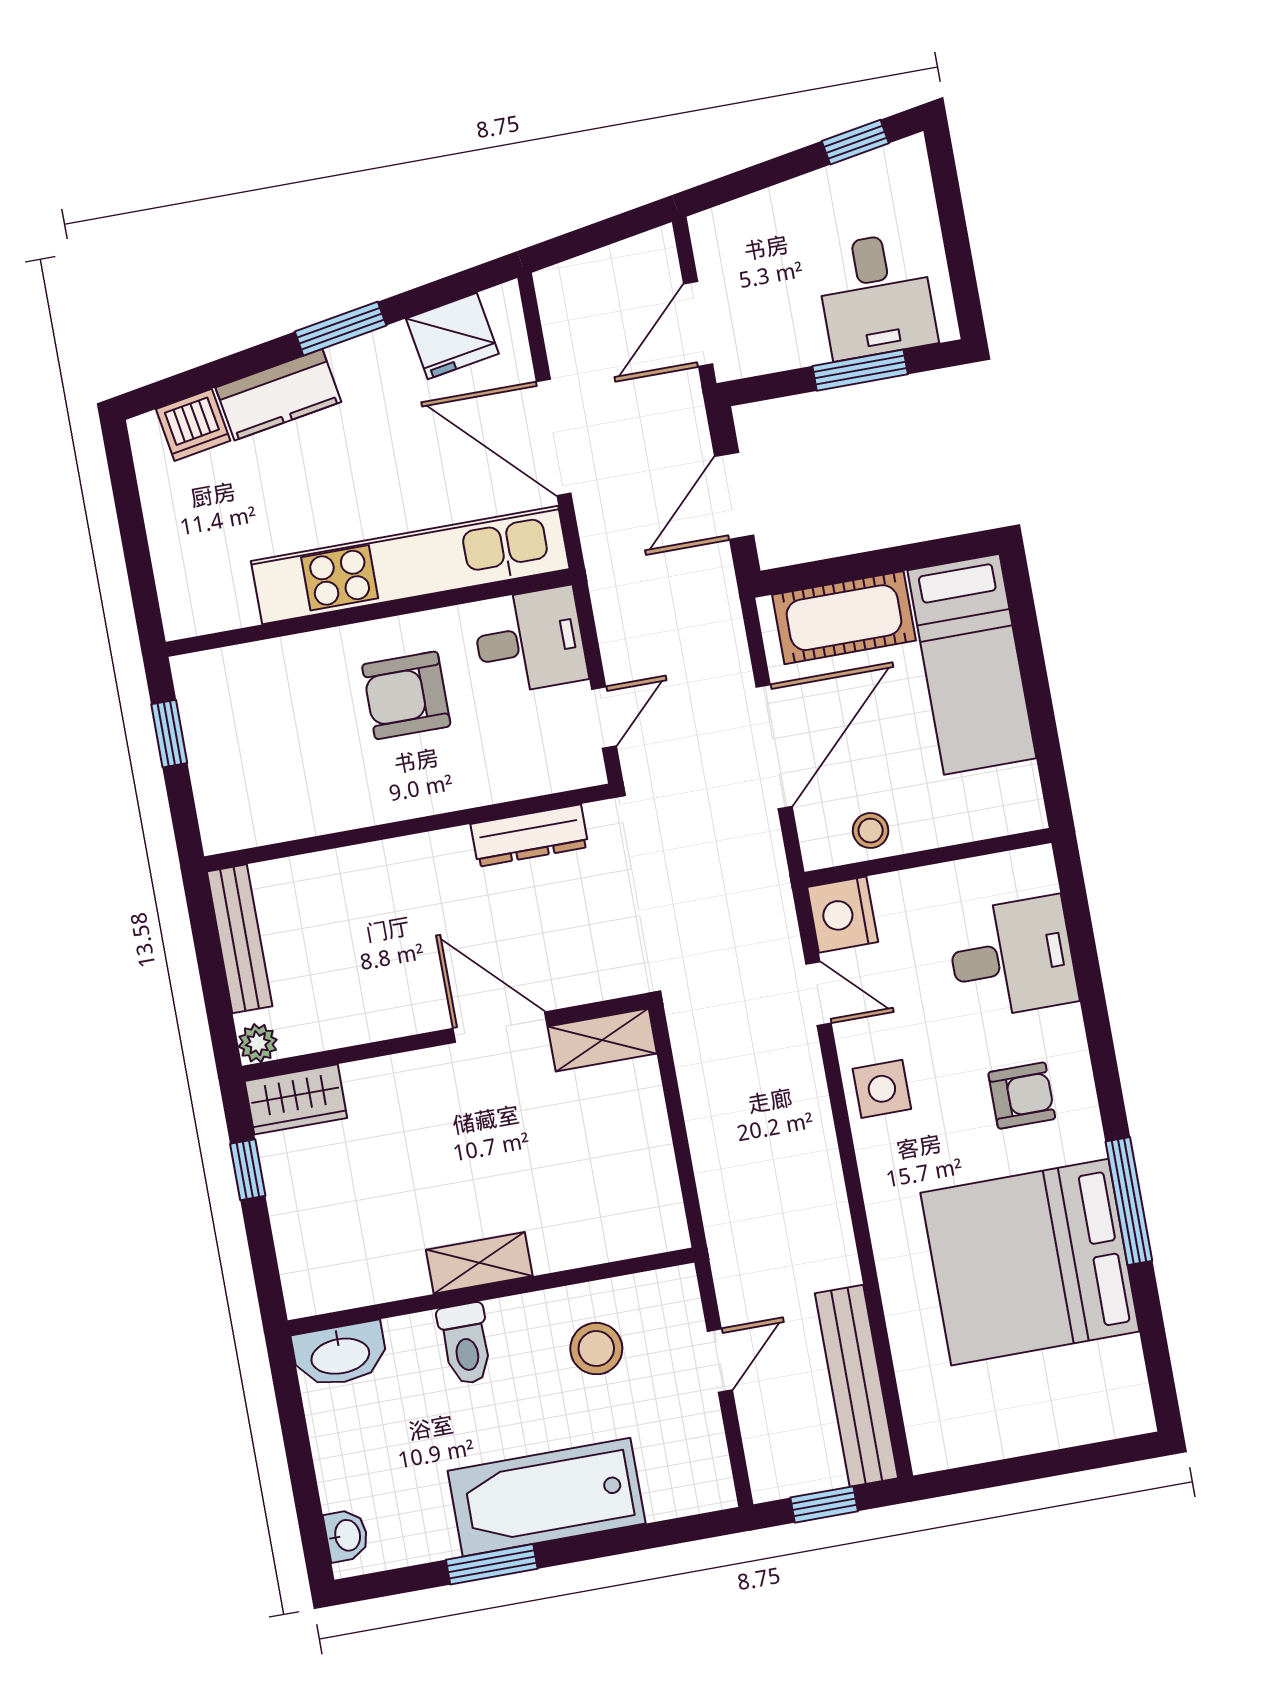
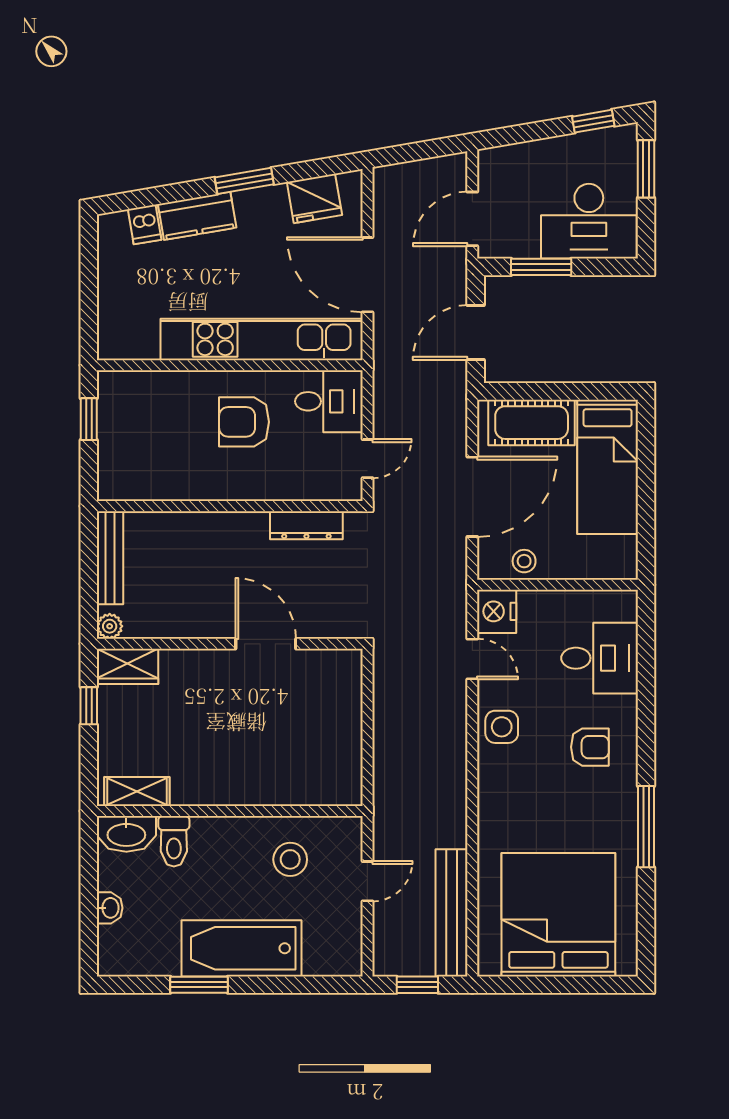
window: (949, 200) -> (646, 169), added
desk: (876, 296) -> (589, 221), width x1.37
window: (860, 370) -> (541, 267), moved
dishwasher: (193, 425) -> (145, 224), width x0.73
shelving: (602, 1040) -> (329, 664), removed
bed: (1030, 1262) -> (558, 915), moved, turned 90
shelving: (479, 1263) -> (137, 791), moved
toilet: (465, 1344) -> (174, 841), moved
washbasin: (346, 1536) -> (110, 908), moved

